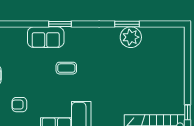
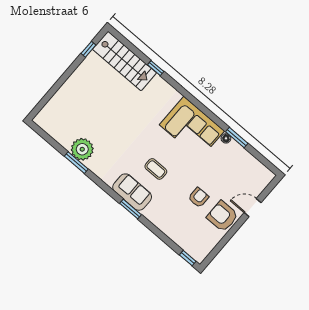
sofa: (46, 37) -> (132, 192), moved
armchair: (19, 105) -> (199, 197), moved, turned -90

